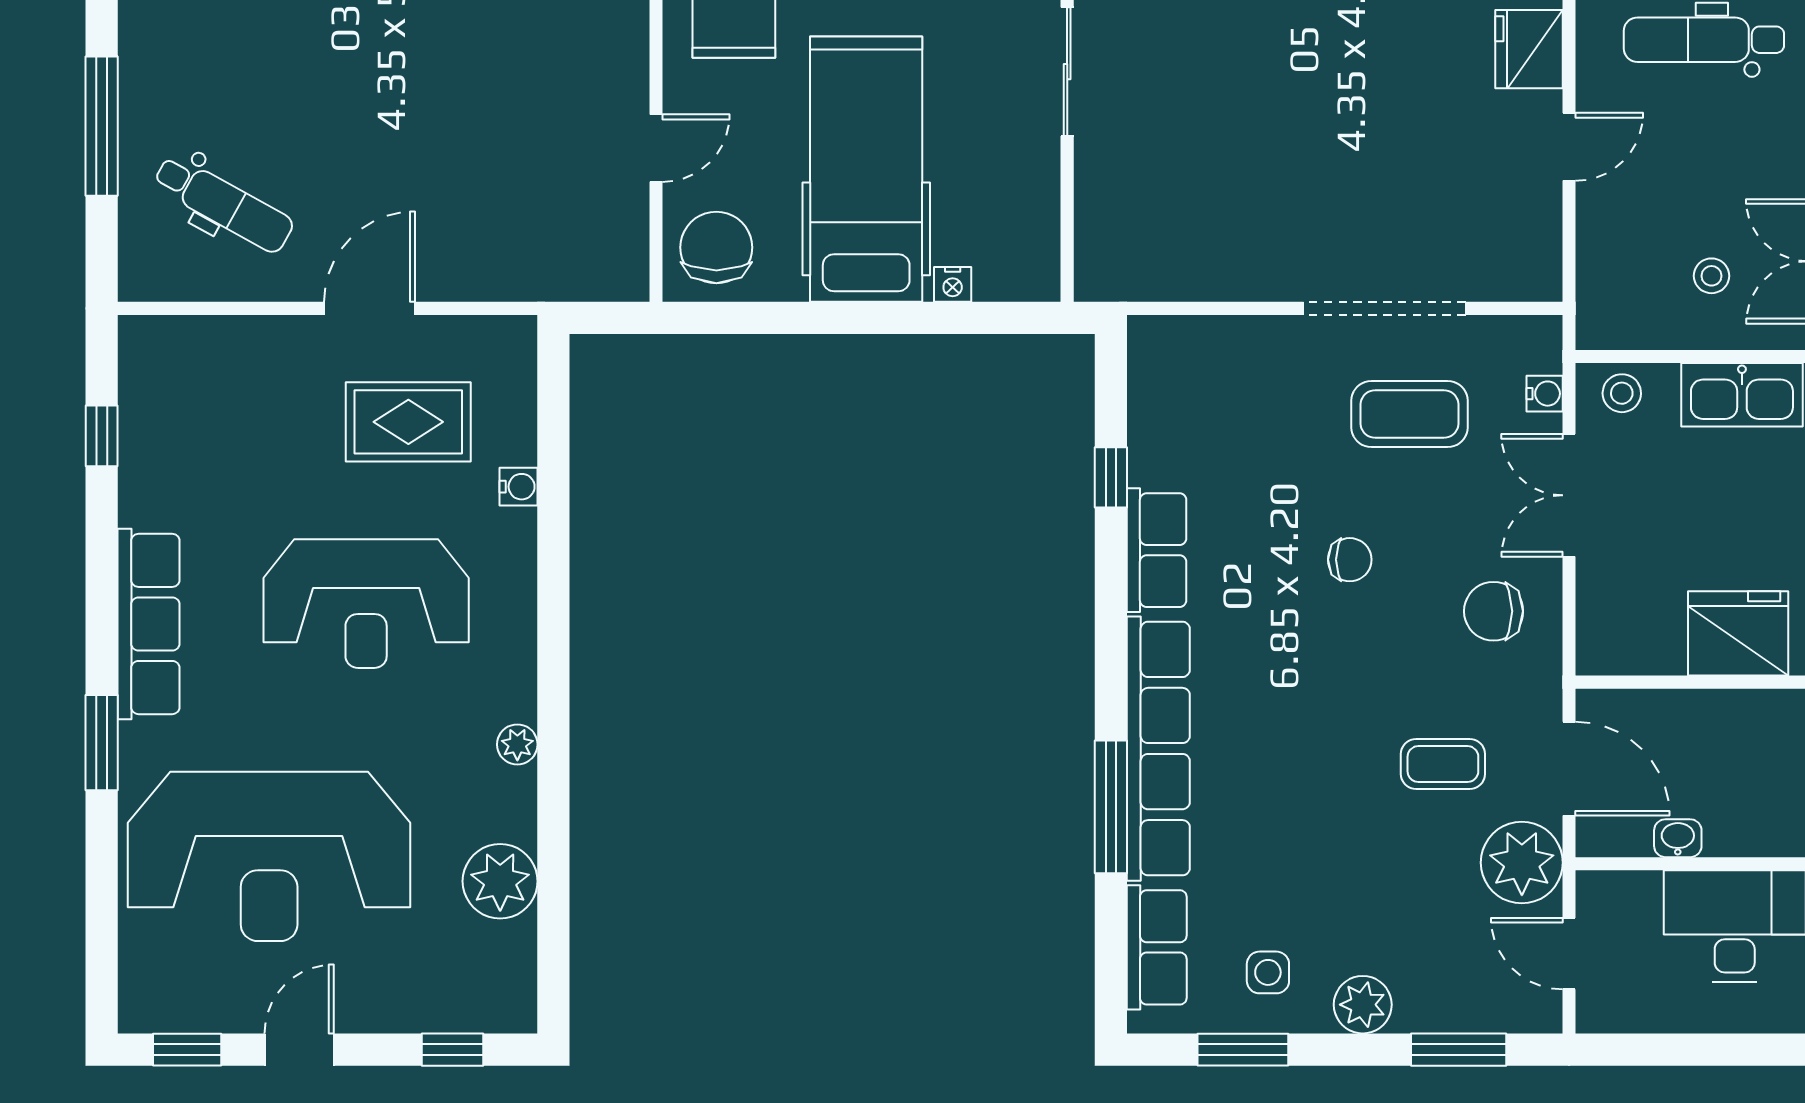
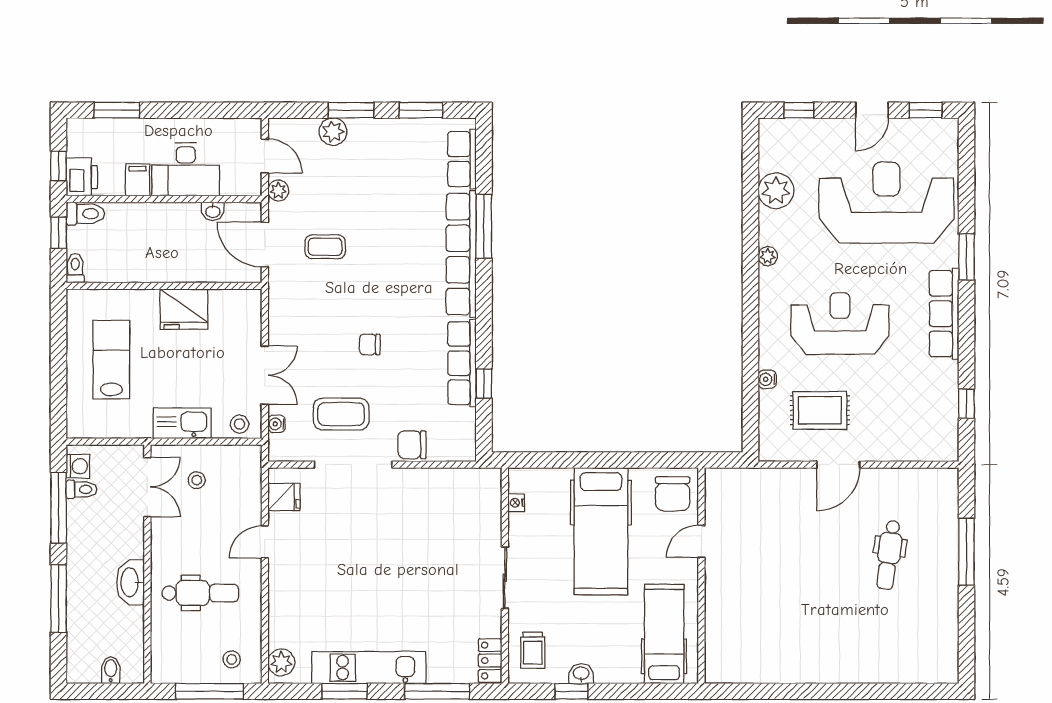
fridge: (1529, 49) -> (284, 497), moved, width x0.72
dental chair: (223, 204) -> (889, 555), moved, turned -111
nightstand: (953, 284) -> (516, 503), moved, turned -90
row of seats: (1157, 550) -> (462, 363), width x1.48
chair: (1494, 611) -> (412, 445), moved, turned 180
plant: (1522, 863) -> (278, 190), width x0.53, depth x0.53
side table: (1268, 972) -> (409, 147), removed
plant: (1363, 1005) -> (333, 132), moved
window: (1459, 1050) -> (351, 110), moved

